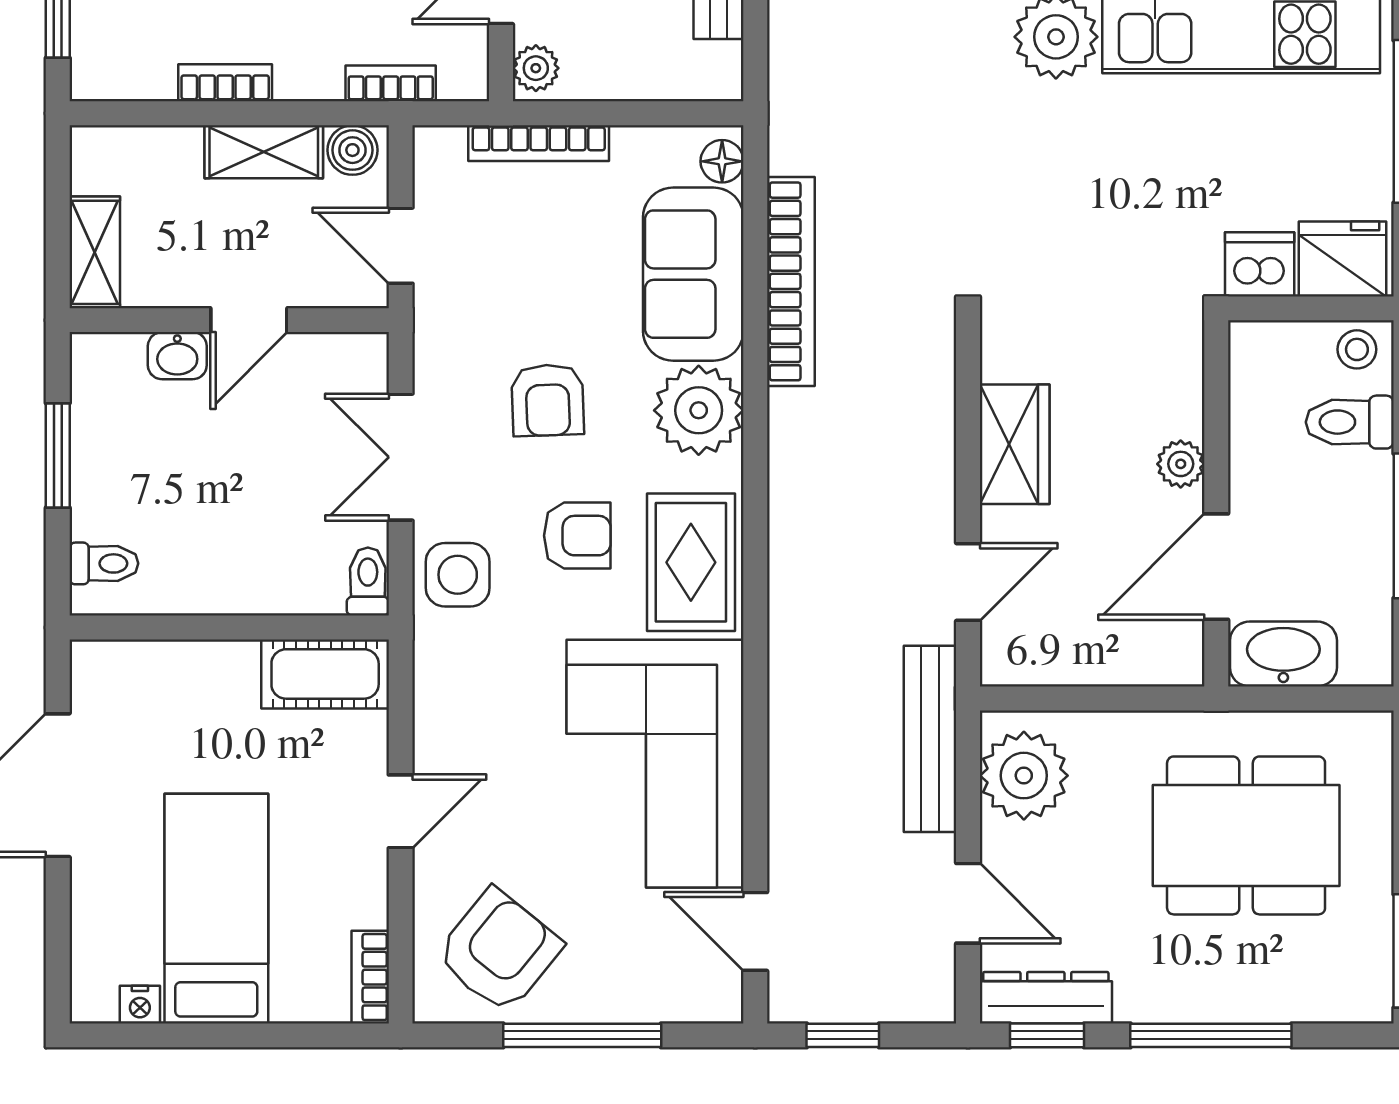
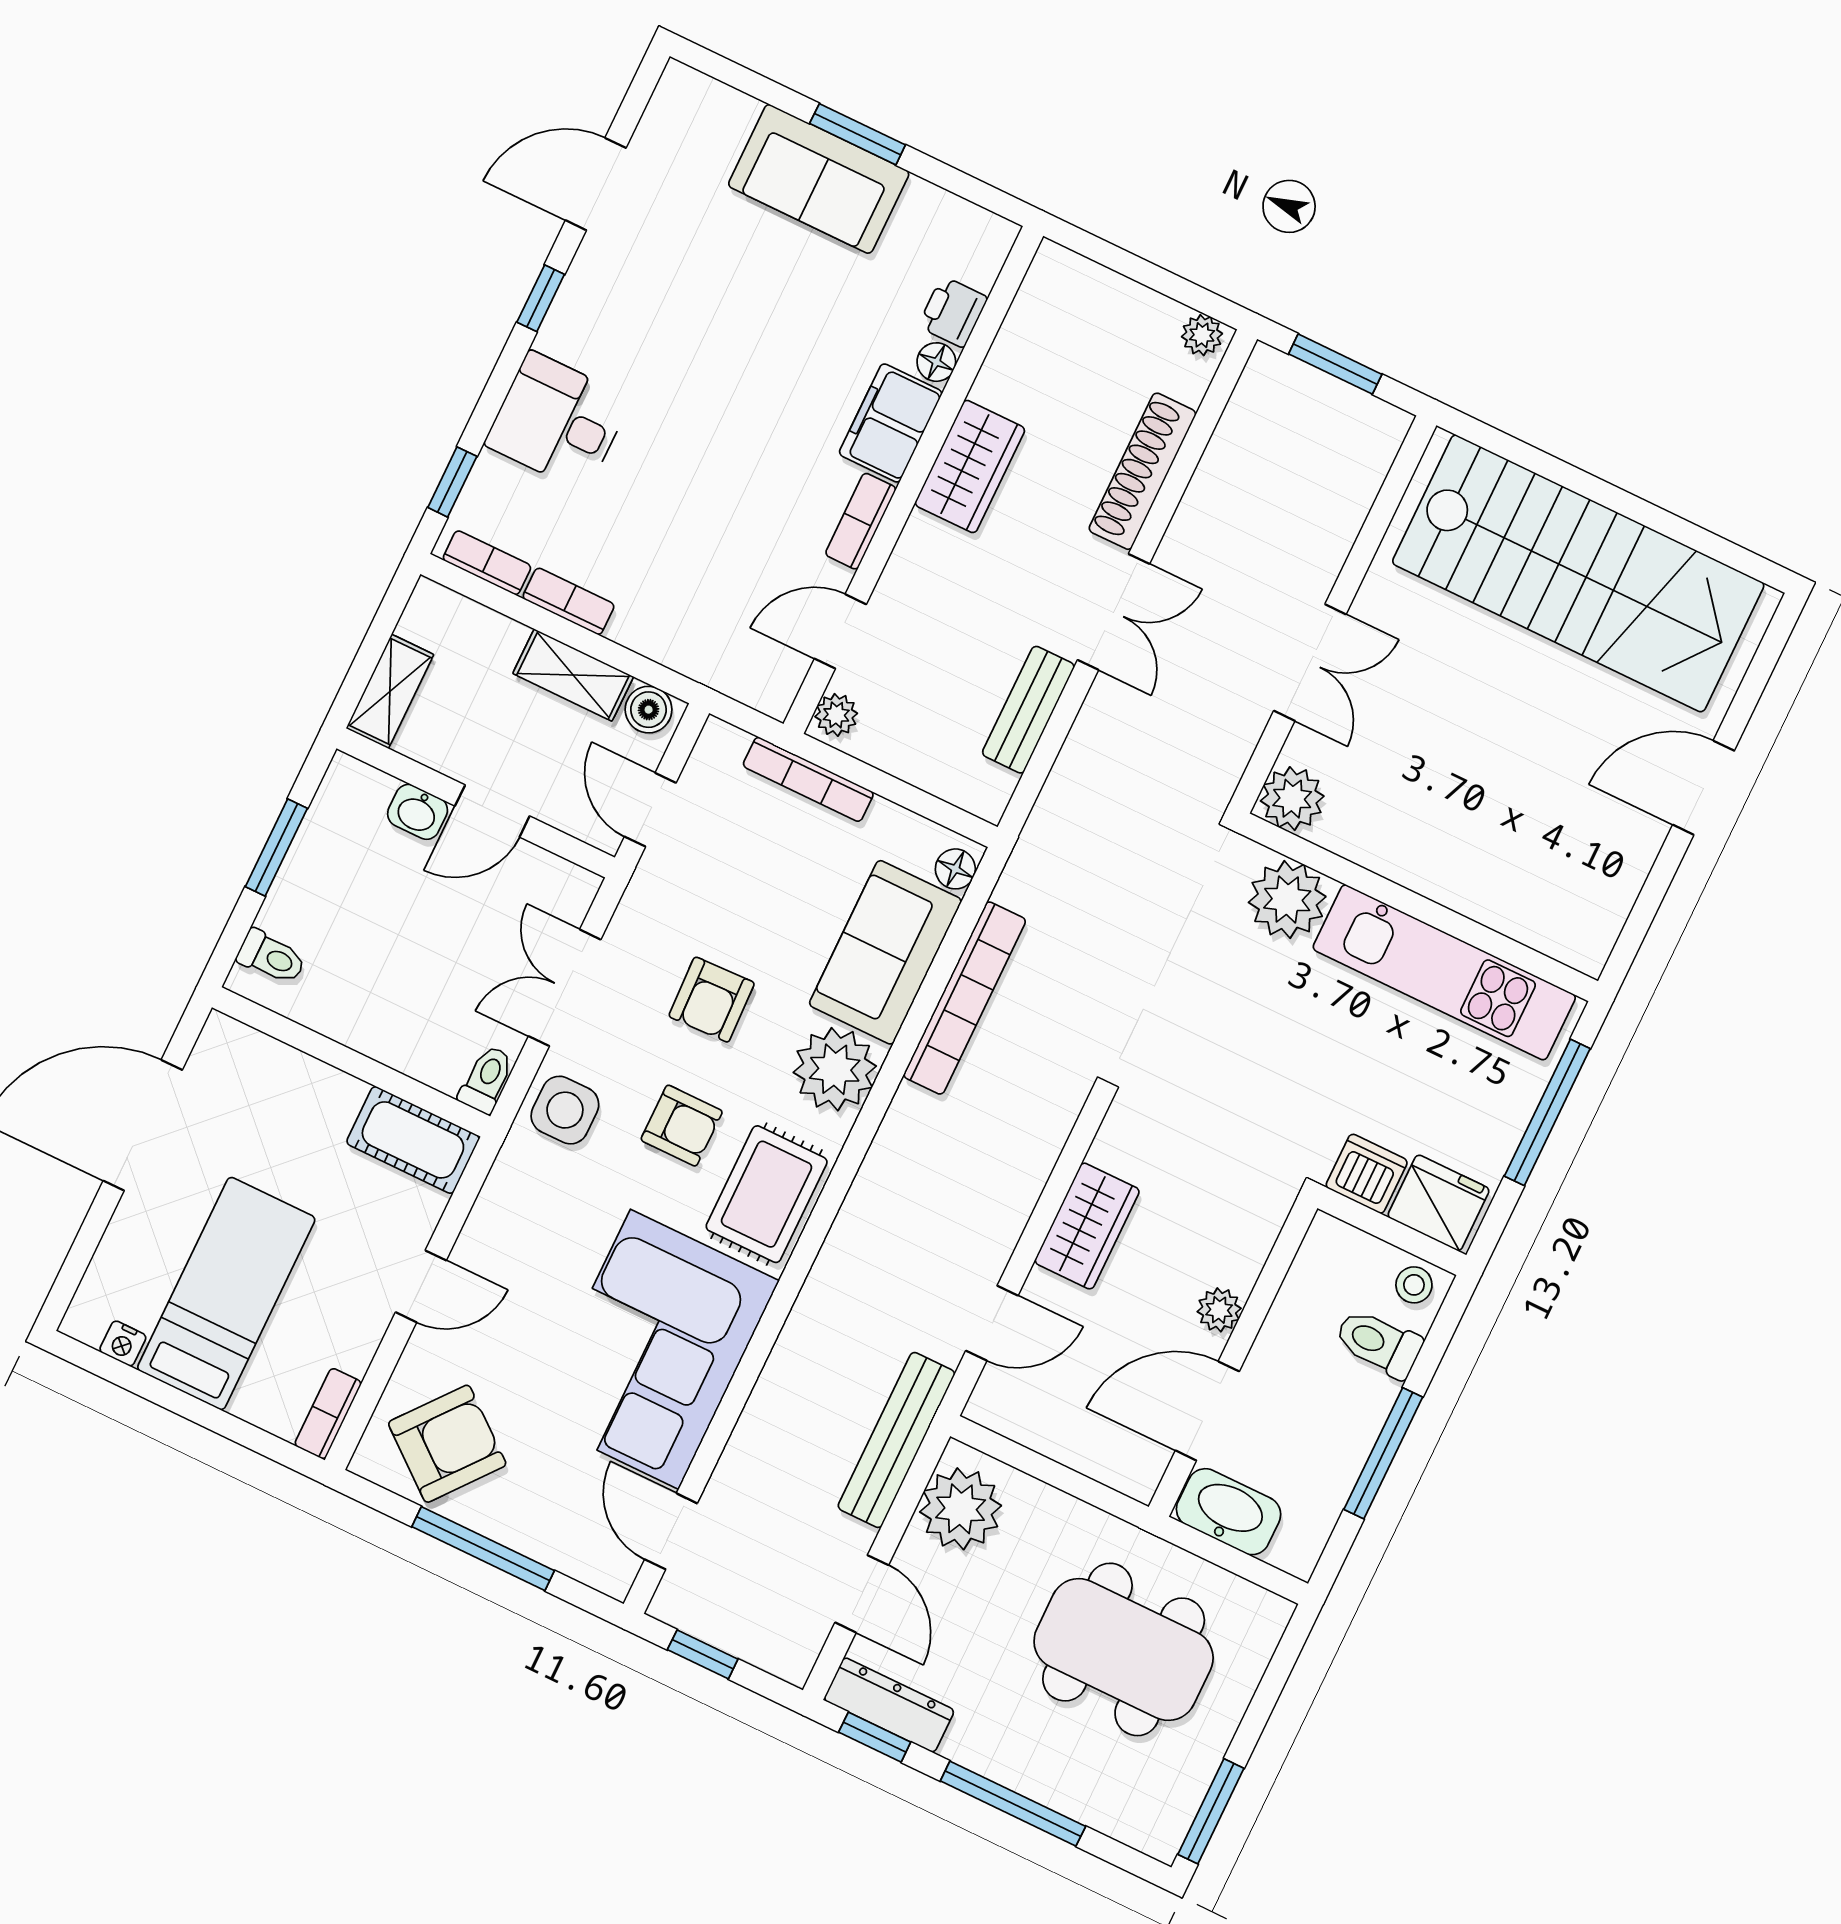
bookcase: (391, 83) -> (487, 563), moved

